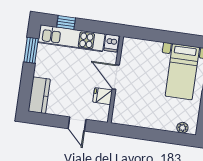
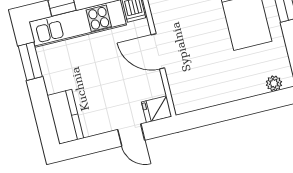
fridge: (103, 96) -> (157, 109), moved

